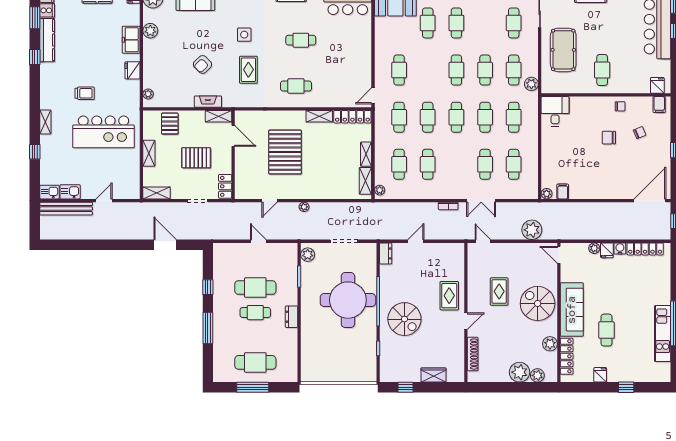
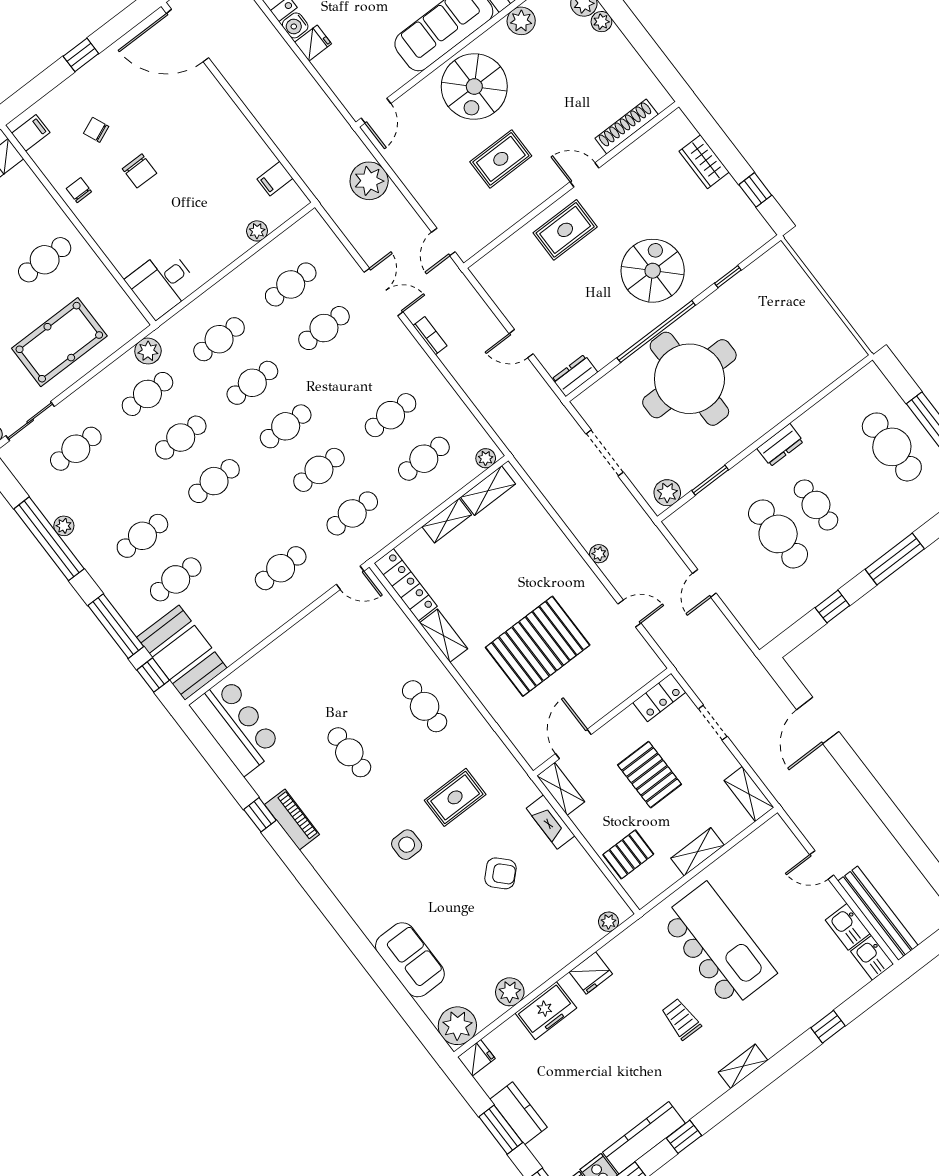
shelving: (45, 122) -> (743, 1066), moved
plant: (547, 194) -> (257, 231), moved
plant: (594, 248) -> (325, 65), removed
plant: (520, 372) -> (601, 22), width x0.53, depth x0.53

